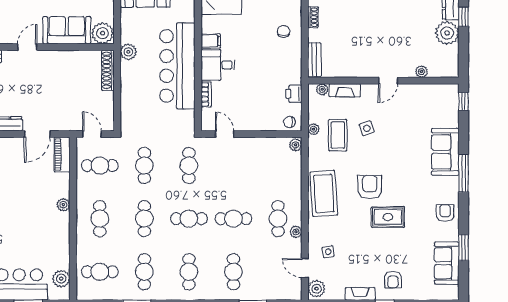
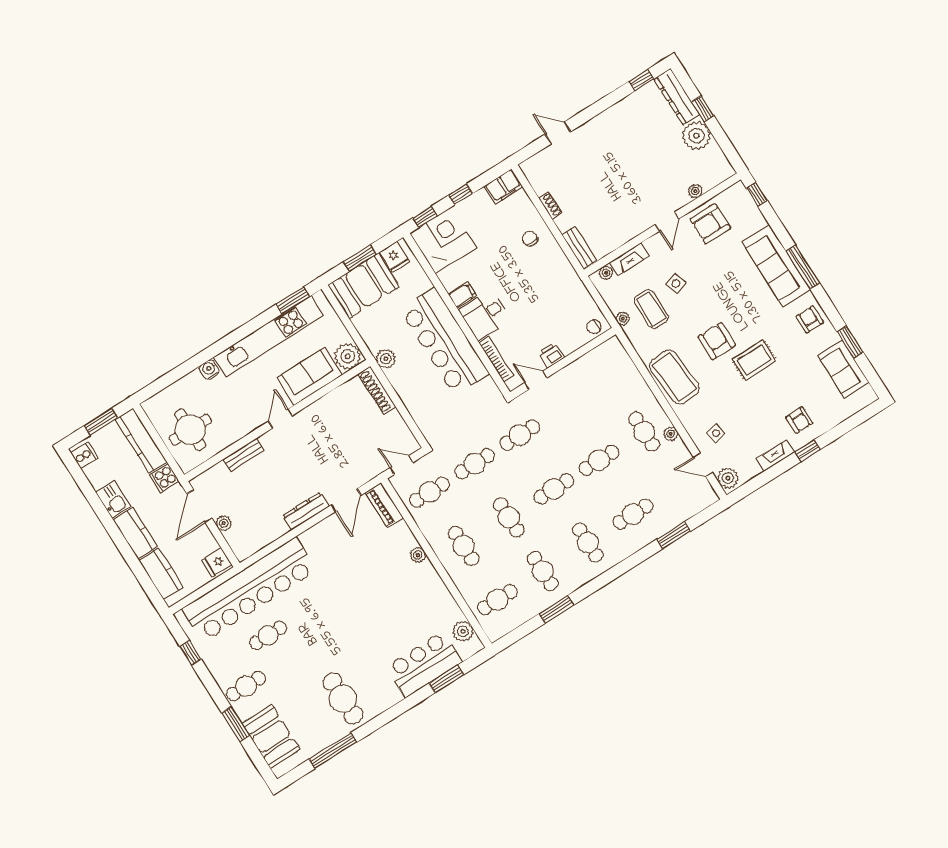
bookcase: (206, 94) -> (496, 359), width x1.56
printer: (294, 94) -> (551, 355), moved, turned 90
armchair: (418, 101) -> (710, 224), added
plant: (296, 145) -> (615, 346), removed
sofa: (445, 152) -> (776, 266), width x1.36
cafe table: (144, 166) -> (475, 464), turned 90
cafe table: (189, 166) -> (520, 435), turned 90
cafe table: (233, 272) -> (633, 514), turned 90

